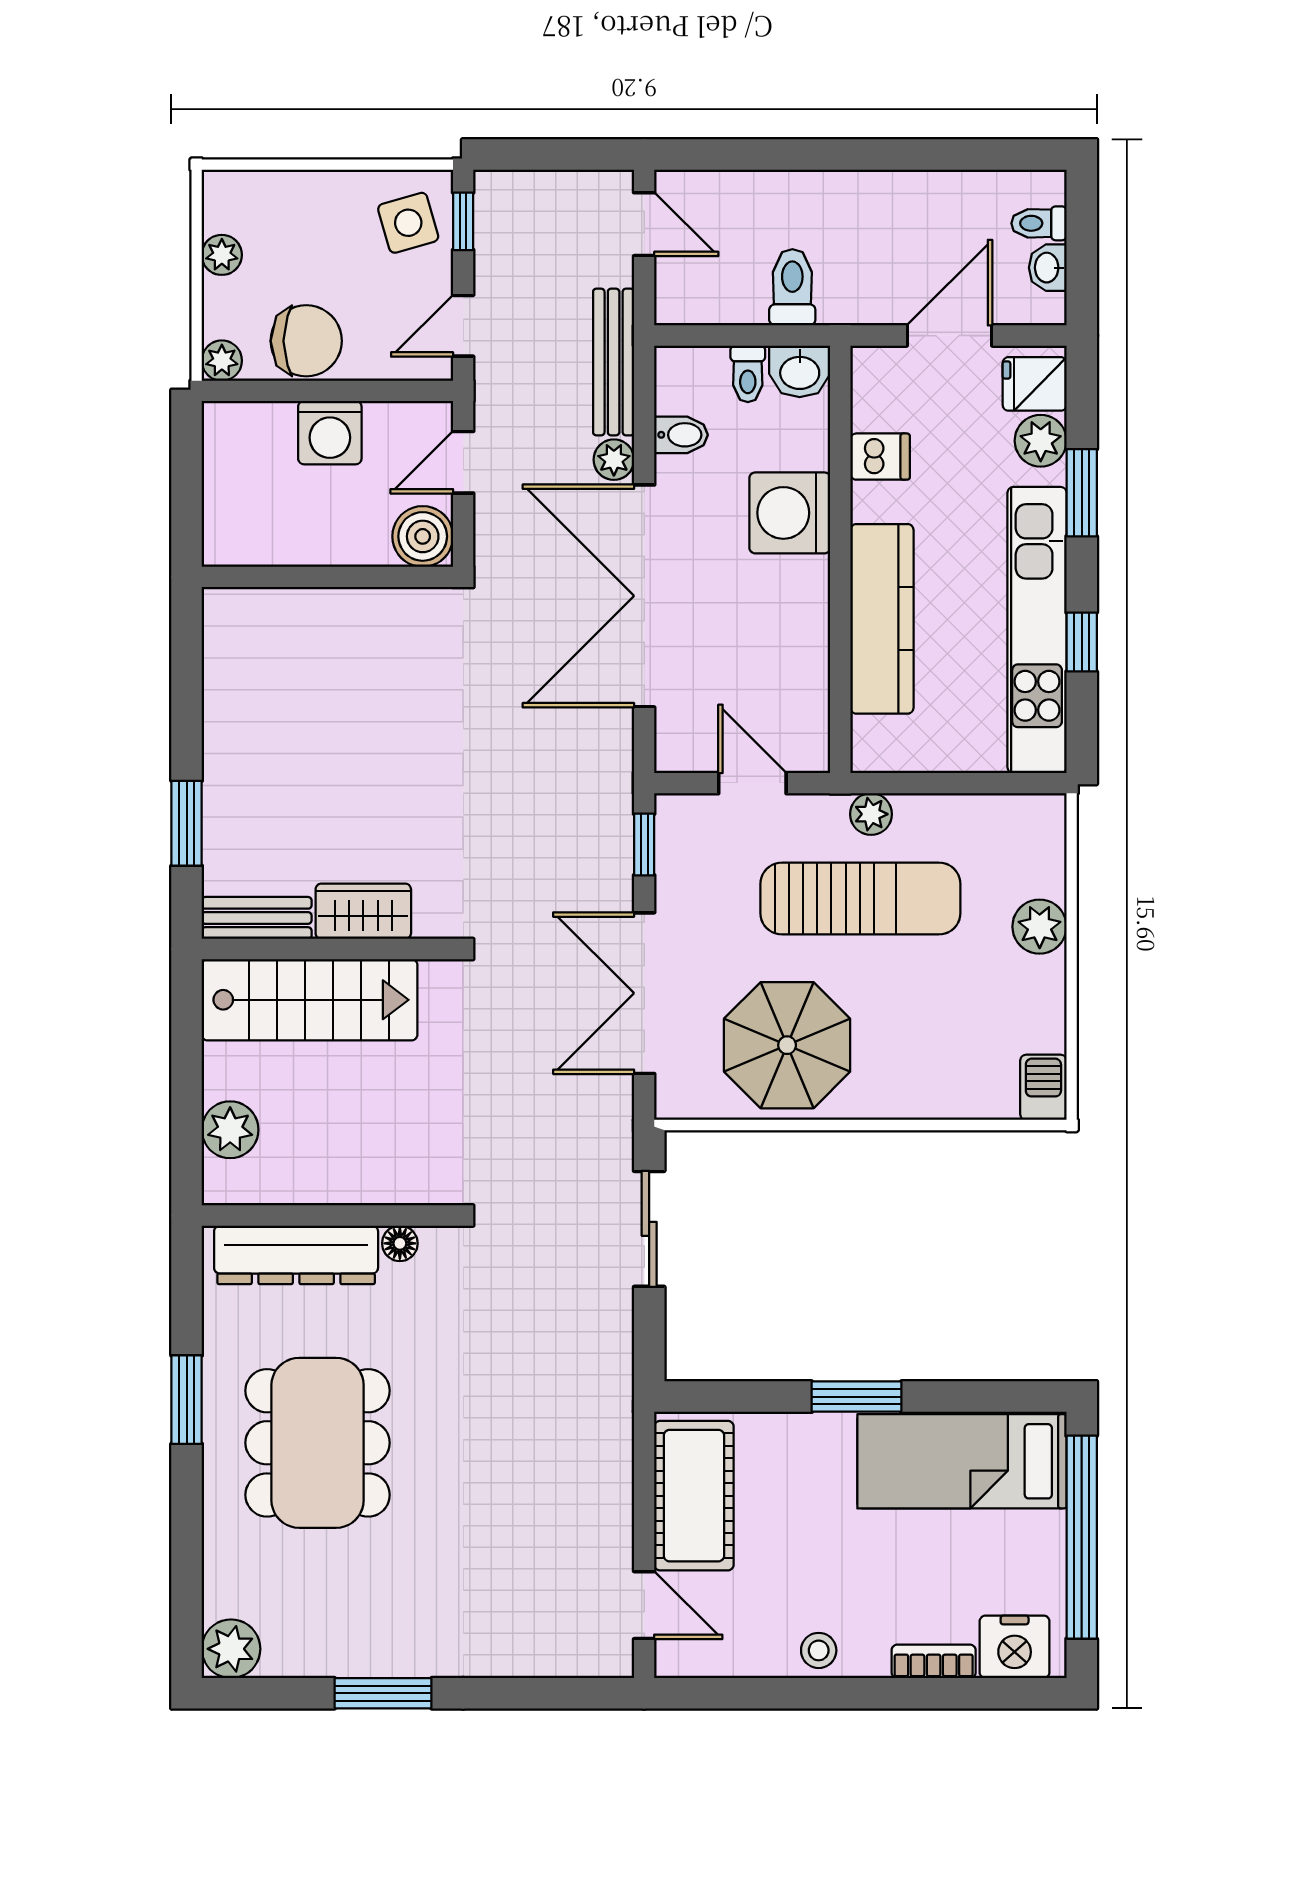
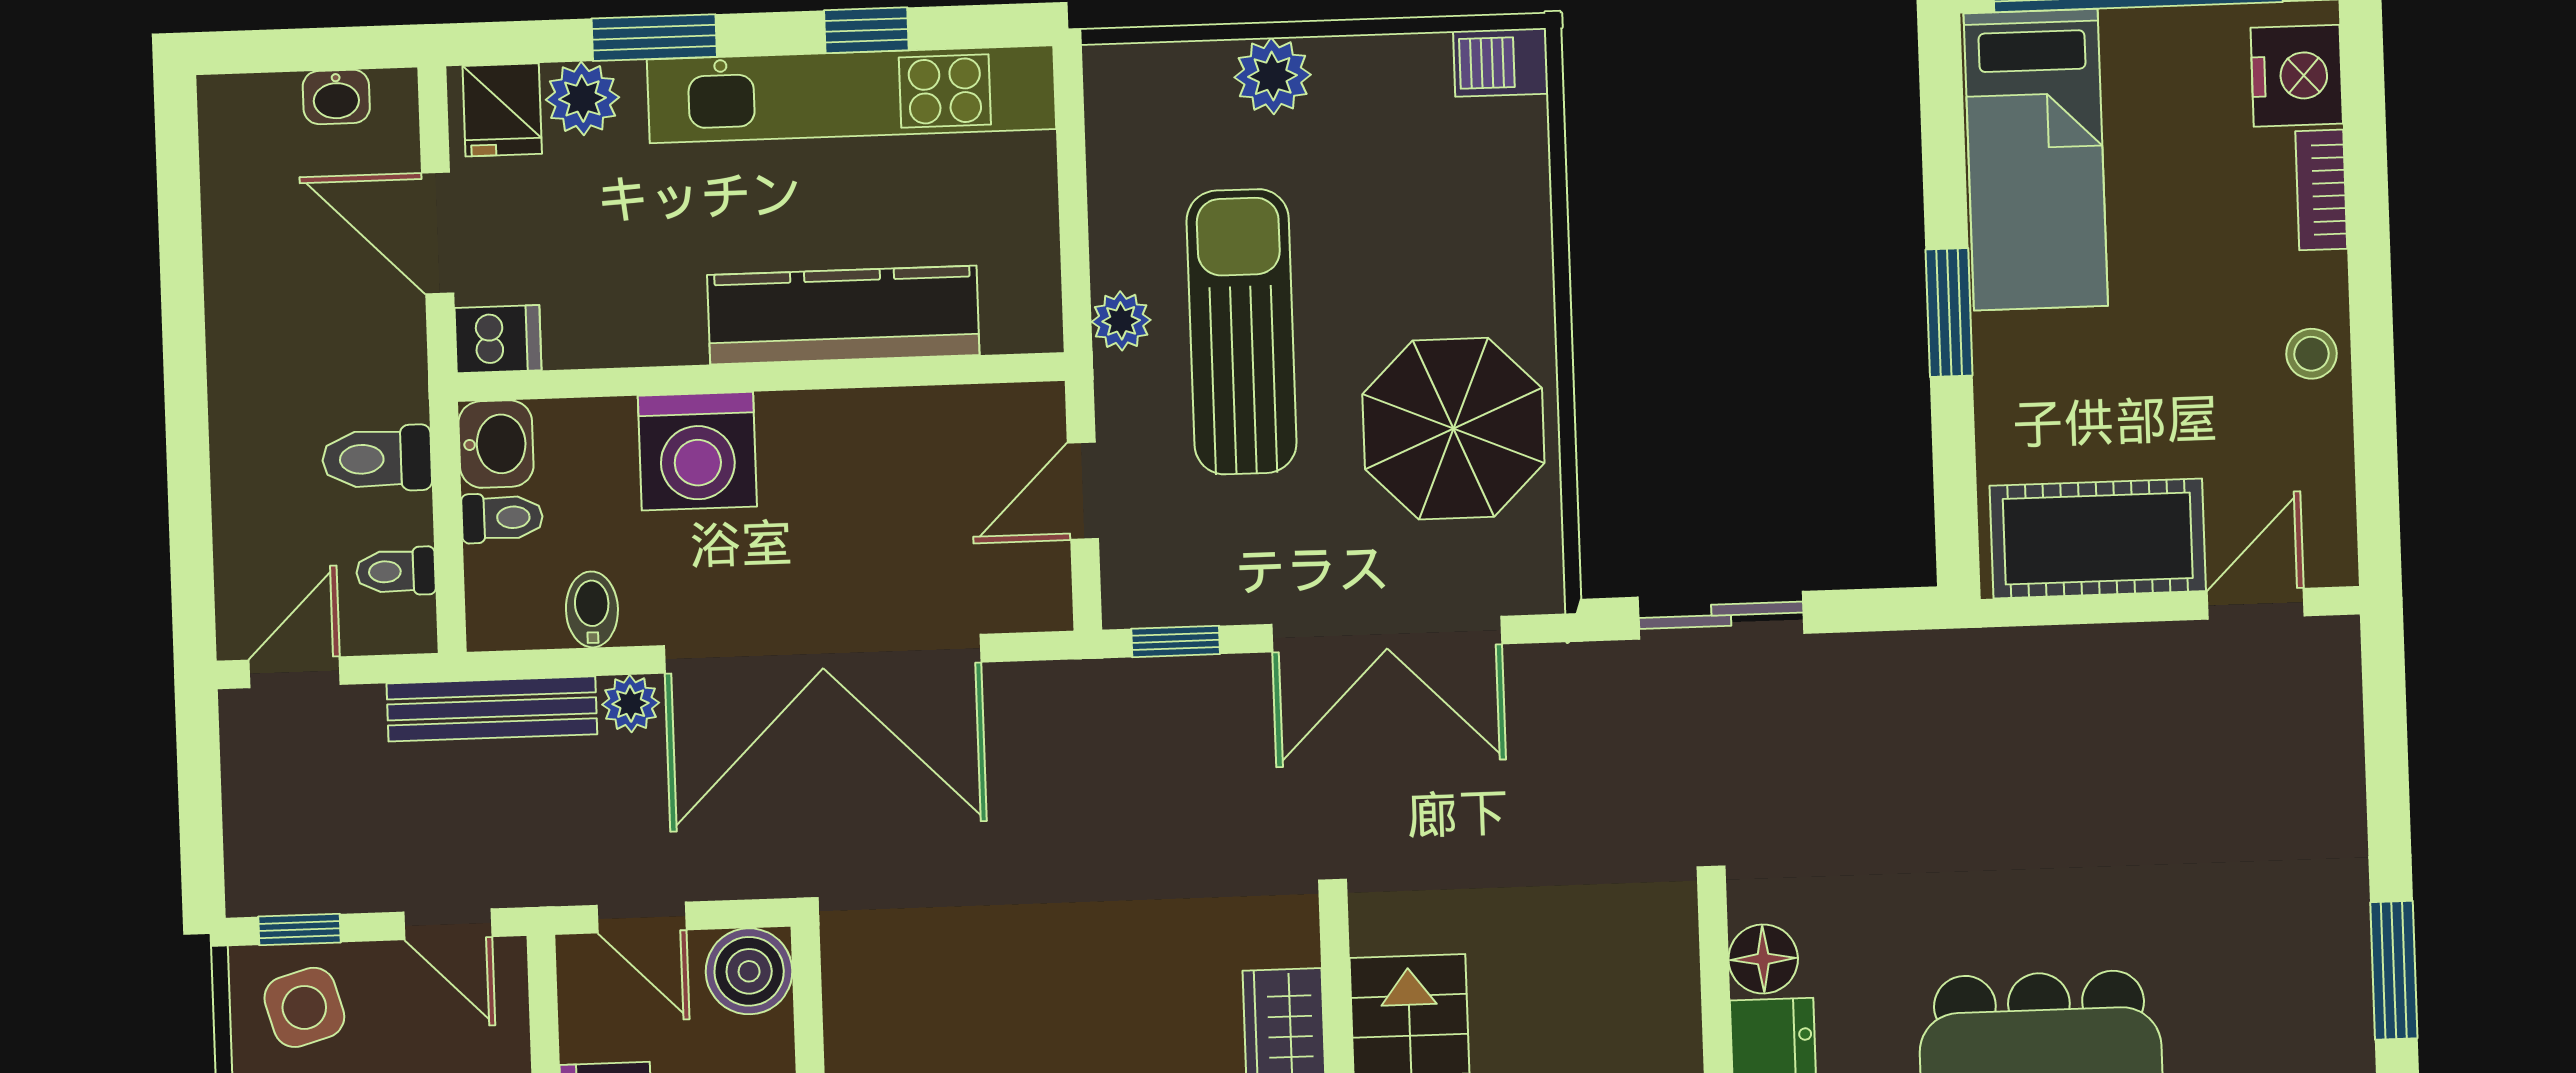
toilet: (1039, 223) -> (396, 571), moved, turned 90
dishwasher: (880, 457) -> (498, 339), moved, turned 90
floor lamp: (400, 1243) -> (1763, 959), width x1.37, depth x1.37

